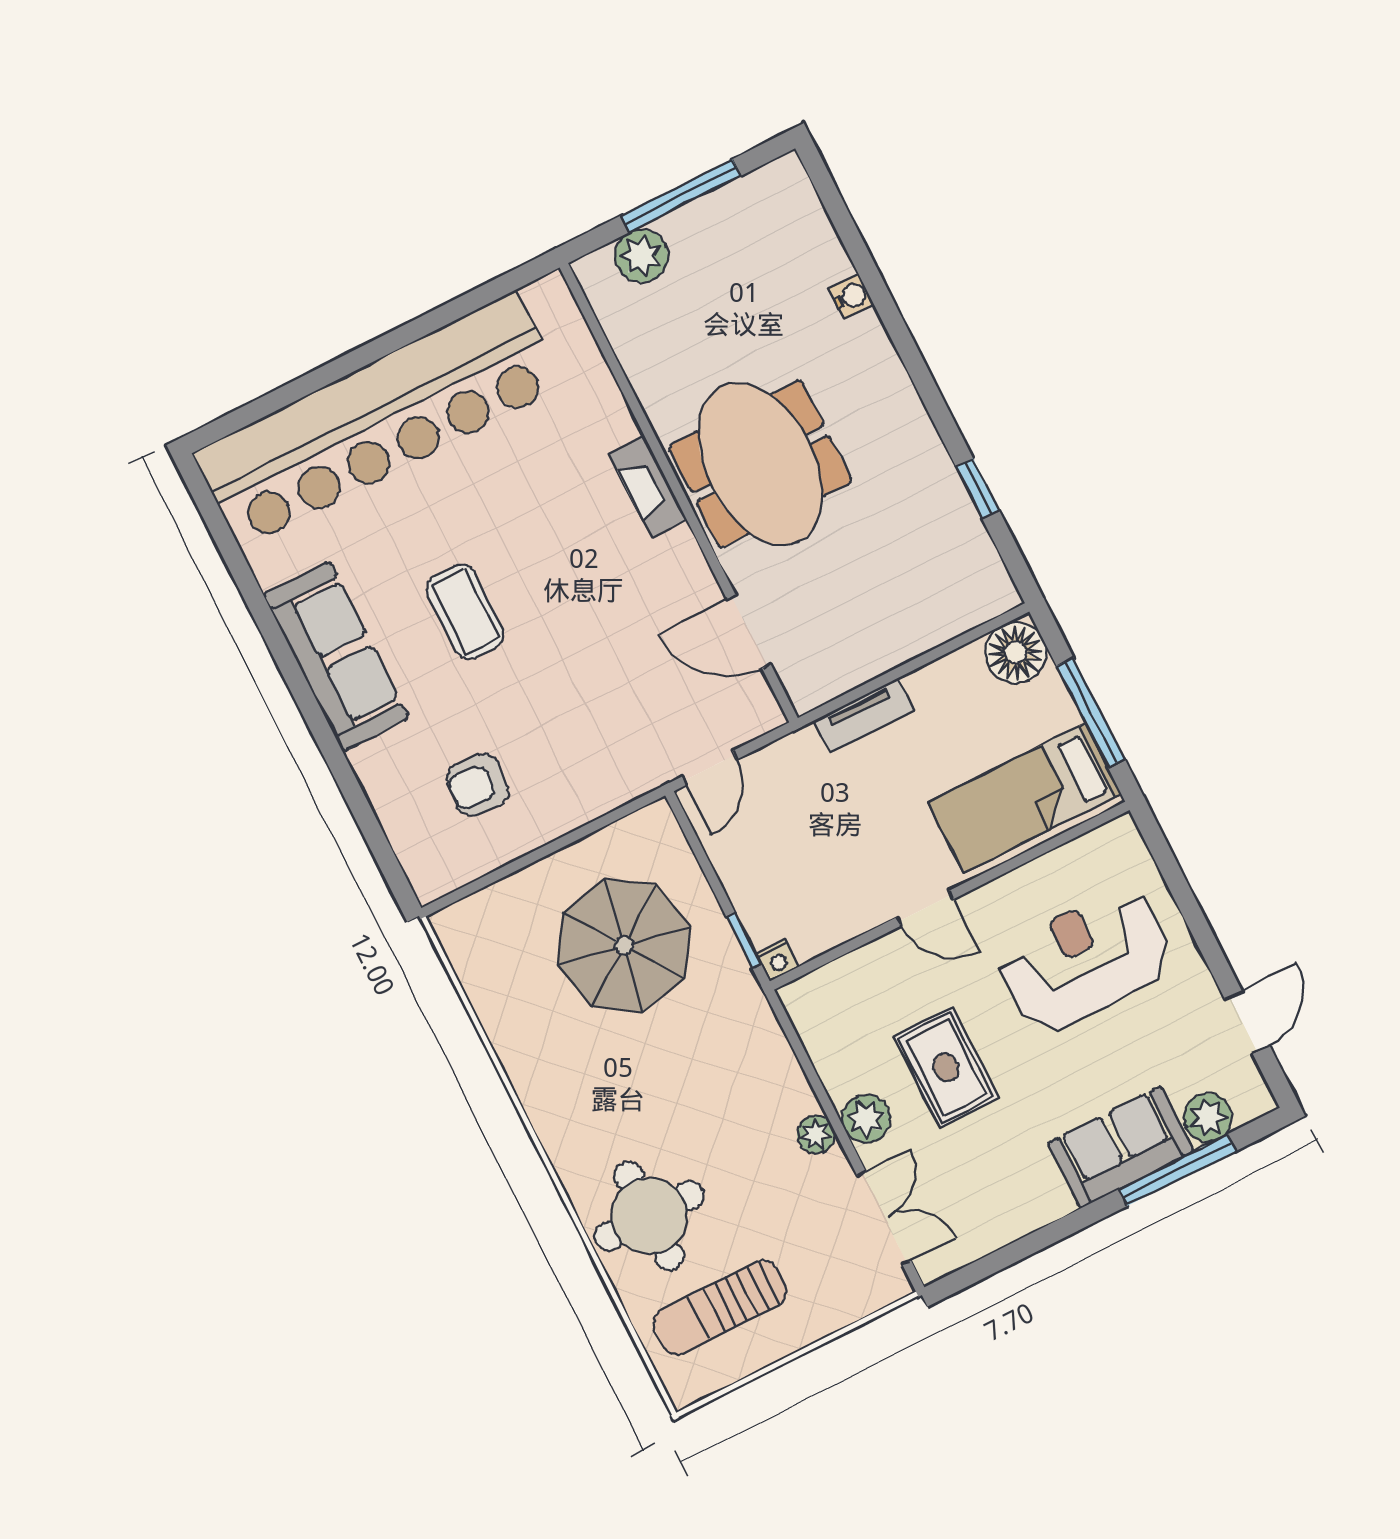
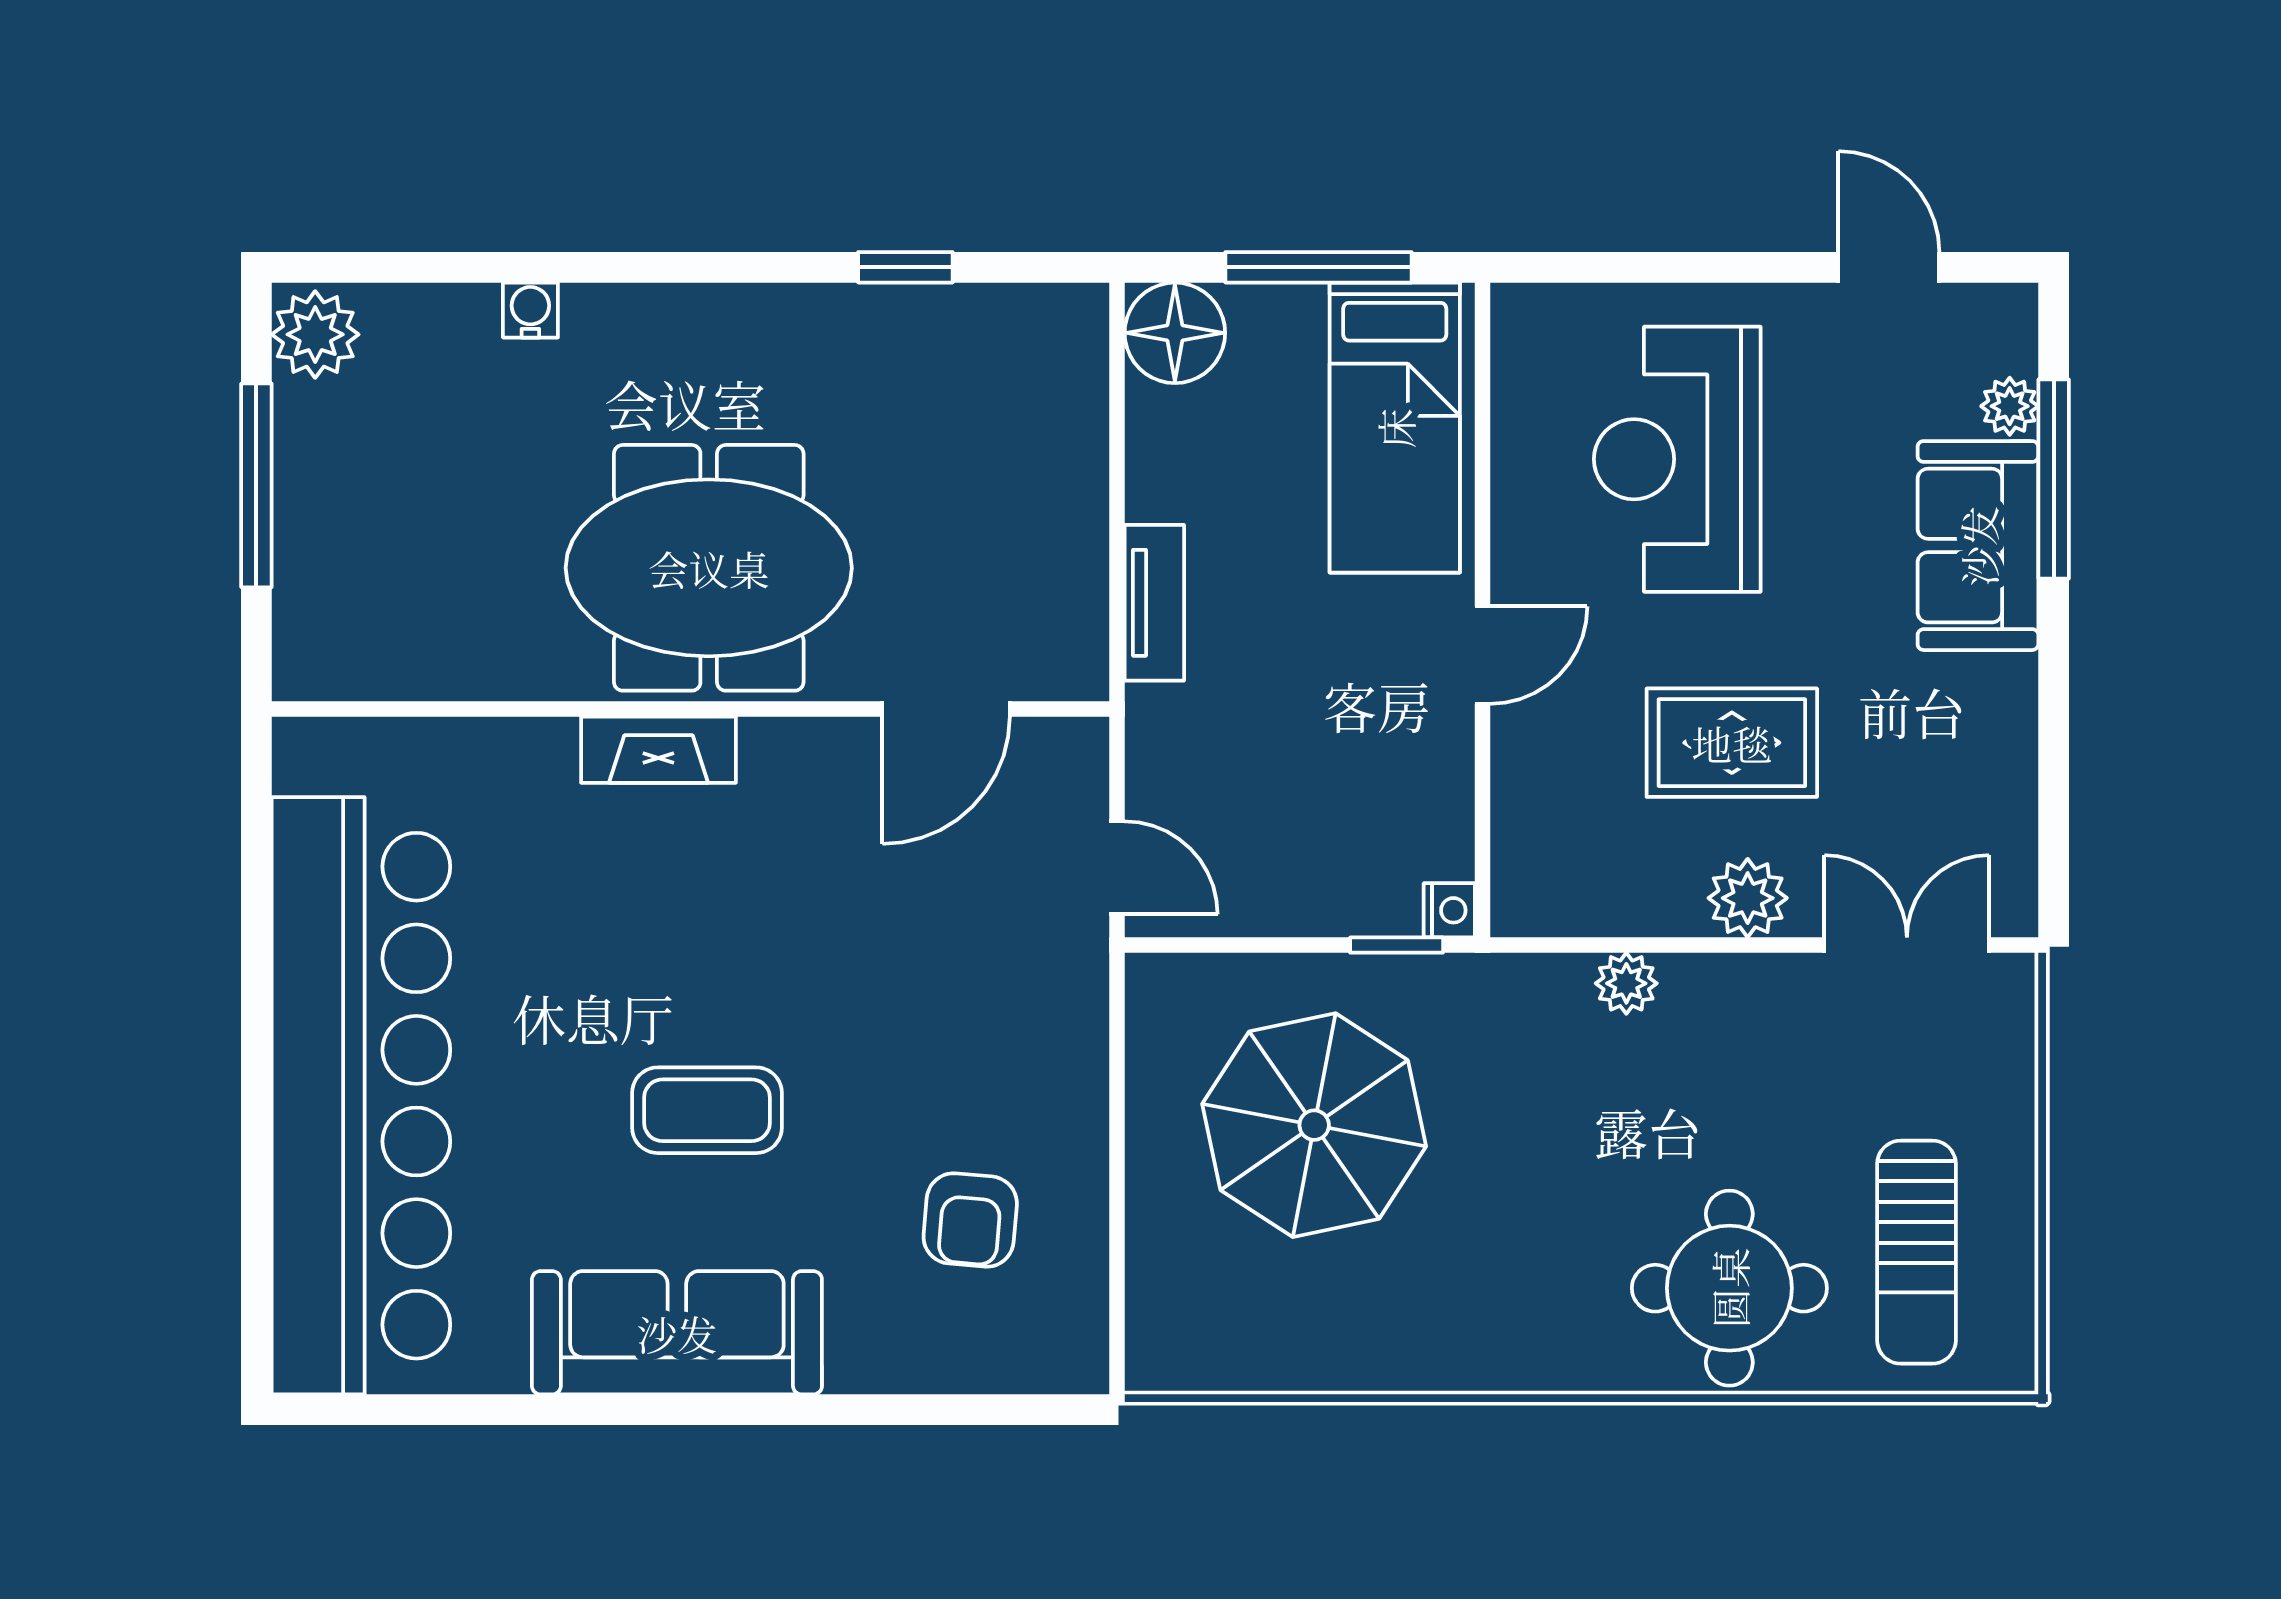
plant: (641, 256) -> (315, 334), moved
plant: (1208, 1117) -> (2010, 406), width x0.73, depth x0.73
plant: (816, 1134) -> (1626, 983), moved

